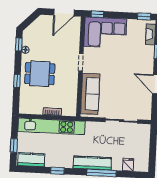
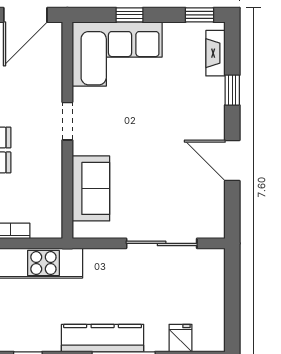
window: (97, 14) -> (129, 15), moved
sofa: (90, 94) -> (91, 188), width x0.73

